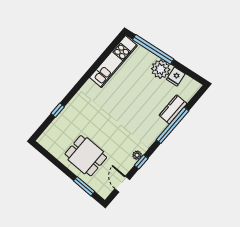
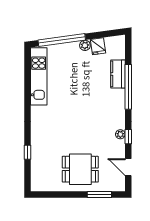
plant: (161, 69) -> (85, 45), width x0.53, depth x0.53

